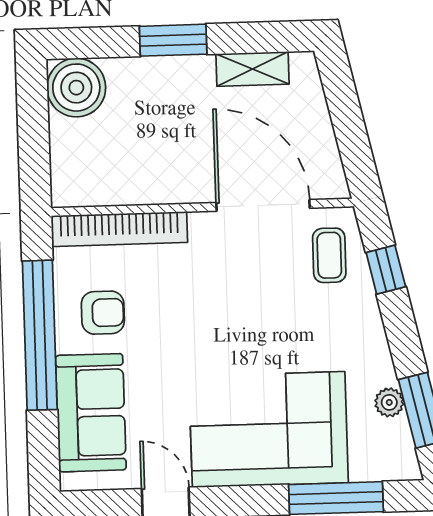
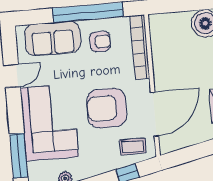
armchair: (245, 306) -> (107, 108), added
armchair: (103, 313) -> (100, 41), turned -90

